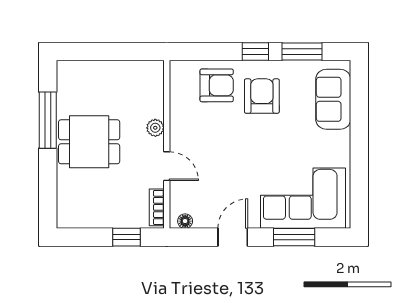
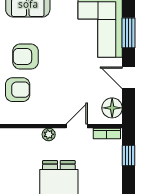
armchair: (217, 85) -> (18, 90), turned 90
floor lamp: (185, 221) -> (112, 108), width x1.89, depth x1.89

